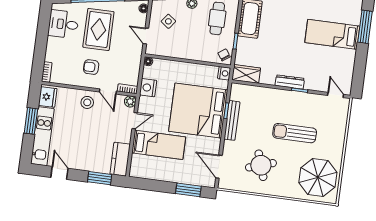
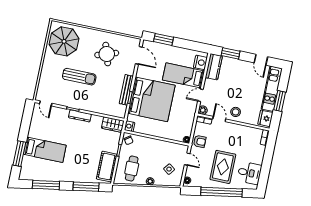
armchair: (91, 67) -> (200, 141), moved
nightstand: (148, 88) -> (200, 62), moved

